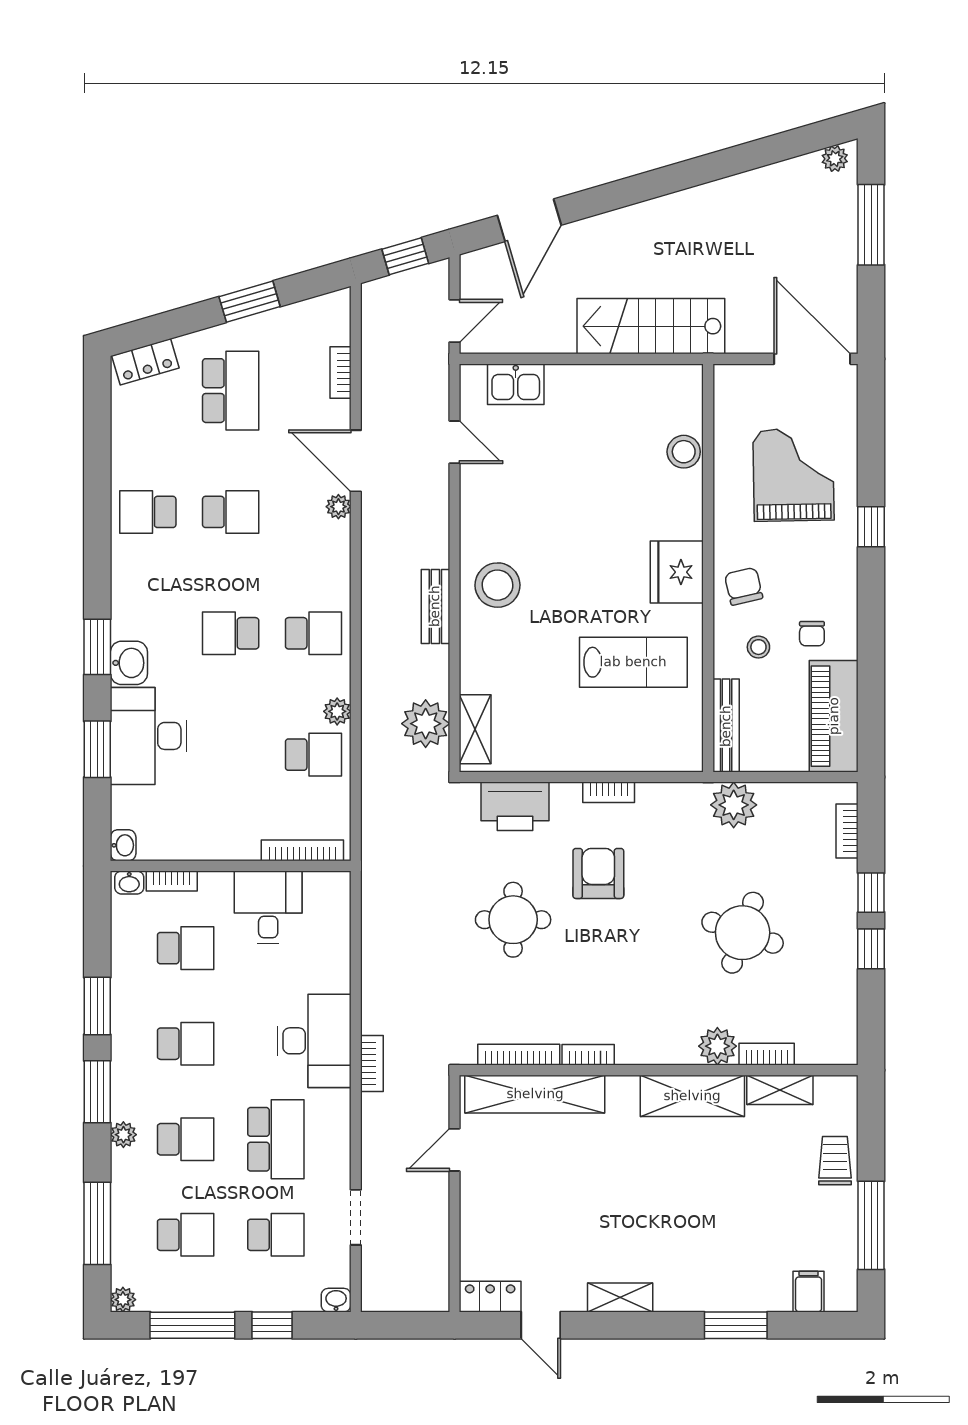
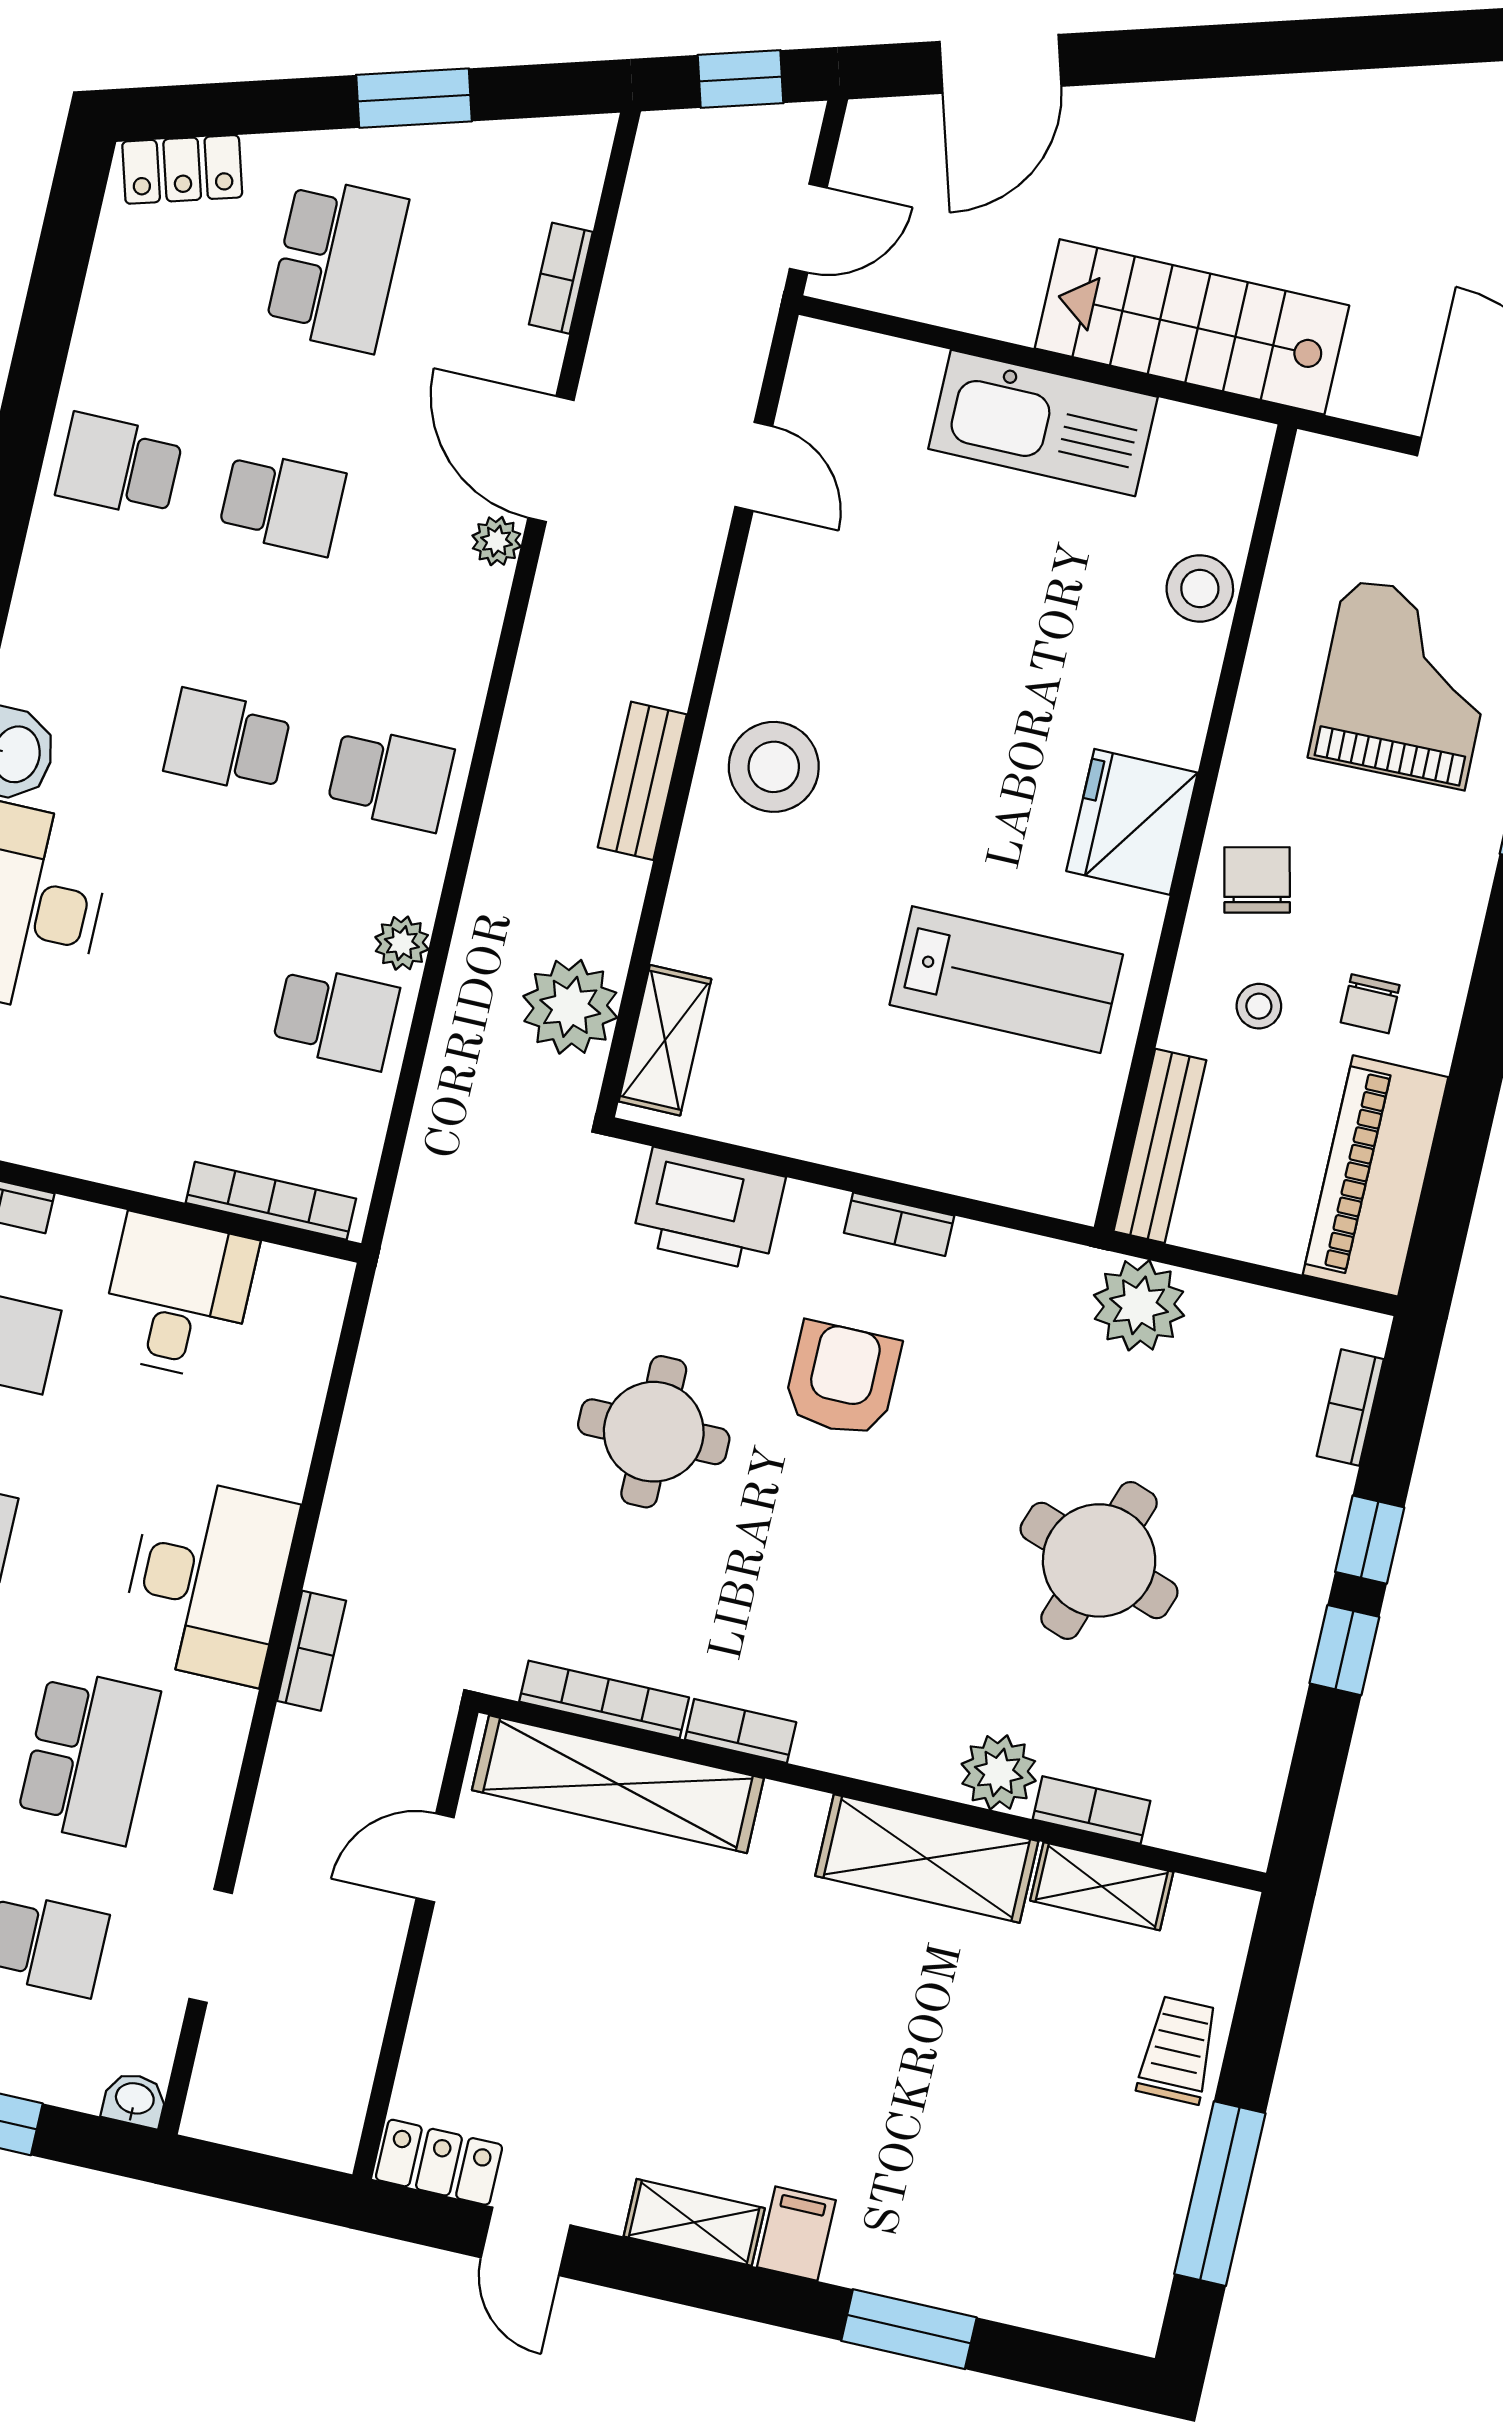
kitchen sink: (516, 384) -> (1043, 423), moved, width x1.87, depth x1.24
filing cabinet: (809, 1292) -> (796, 2234), moved

